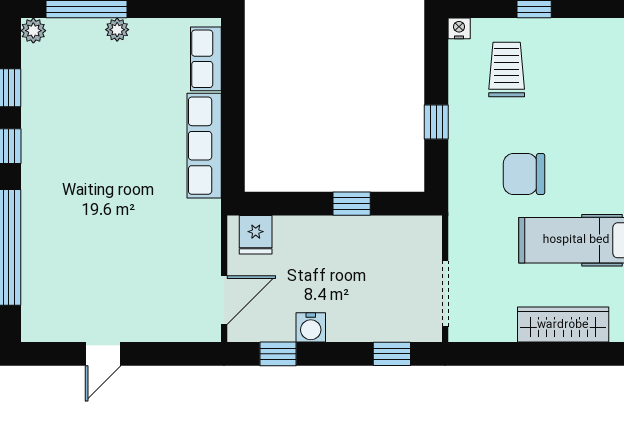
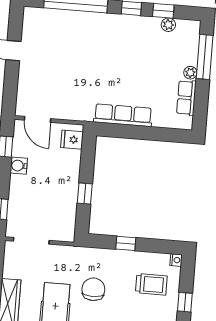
plant: (33, 31) -> (168, 25), moved
row of seats: (206, 59) -> (186, 98), moved, turned -90

